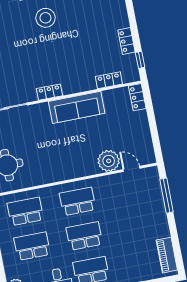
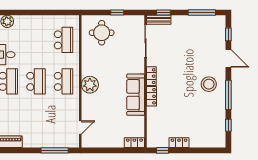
locker: (109, 80) -> (152, 96), moved
plant: (109, 161) -> (90, 85), moved
school desk: (32, 246) -> (36, 40), removed

